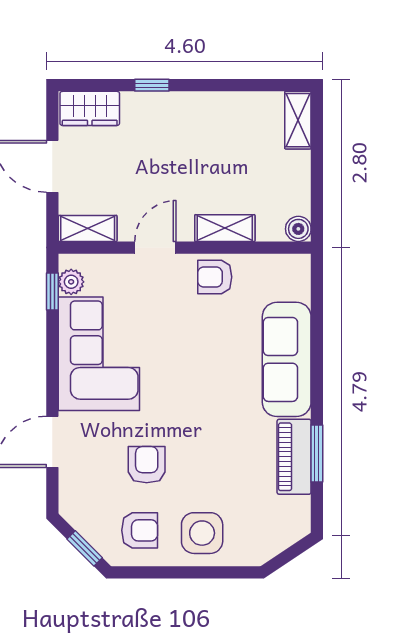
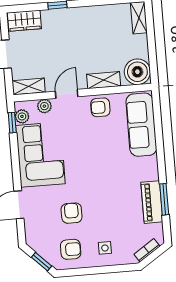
boiler: (298, 229) -> (137, 72), width x1.86, depth x1.86
plant: (113, 266) -> (44, 106), added
sofa: (287, 359) -> (141, 125), moved
side table: (202, 533) -> (105, 248), width x0.54, depth x0.54
bookcase: (278, 544) -> (147, 250), added

